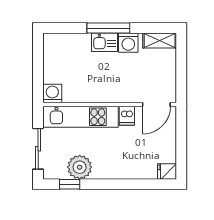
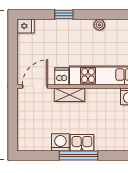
shelving: (160, 40) -> (70, 95), moved
plant: (80, 167) -> (99, 25), width x0.53, depth x0.53
window: (70, 184) -> (64, 14), moved

